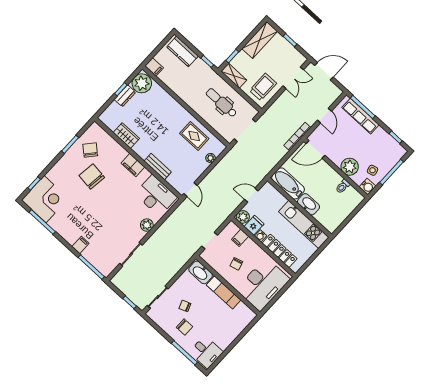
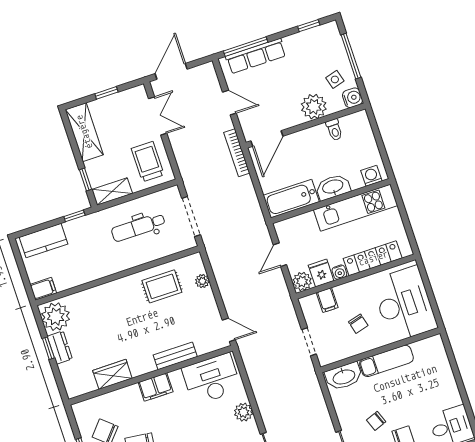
washing machine: (328, 223) -> (371, 176), added

